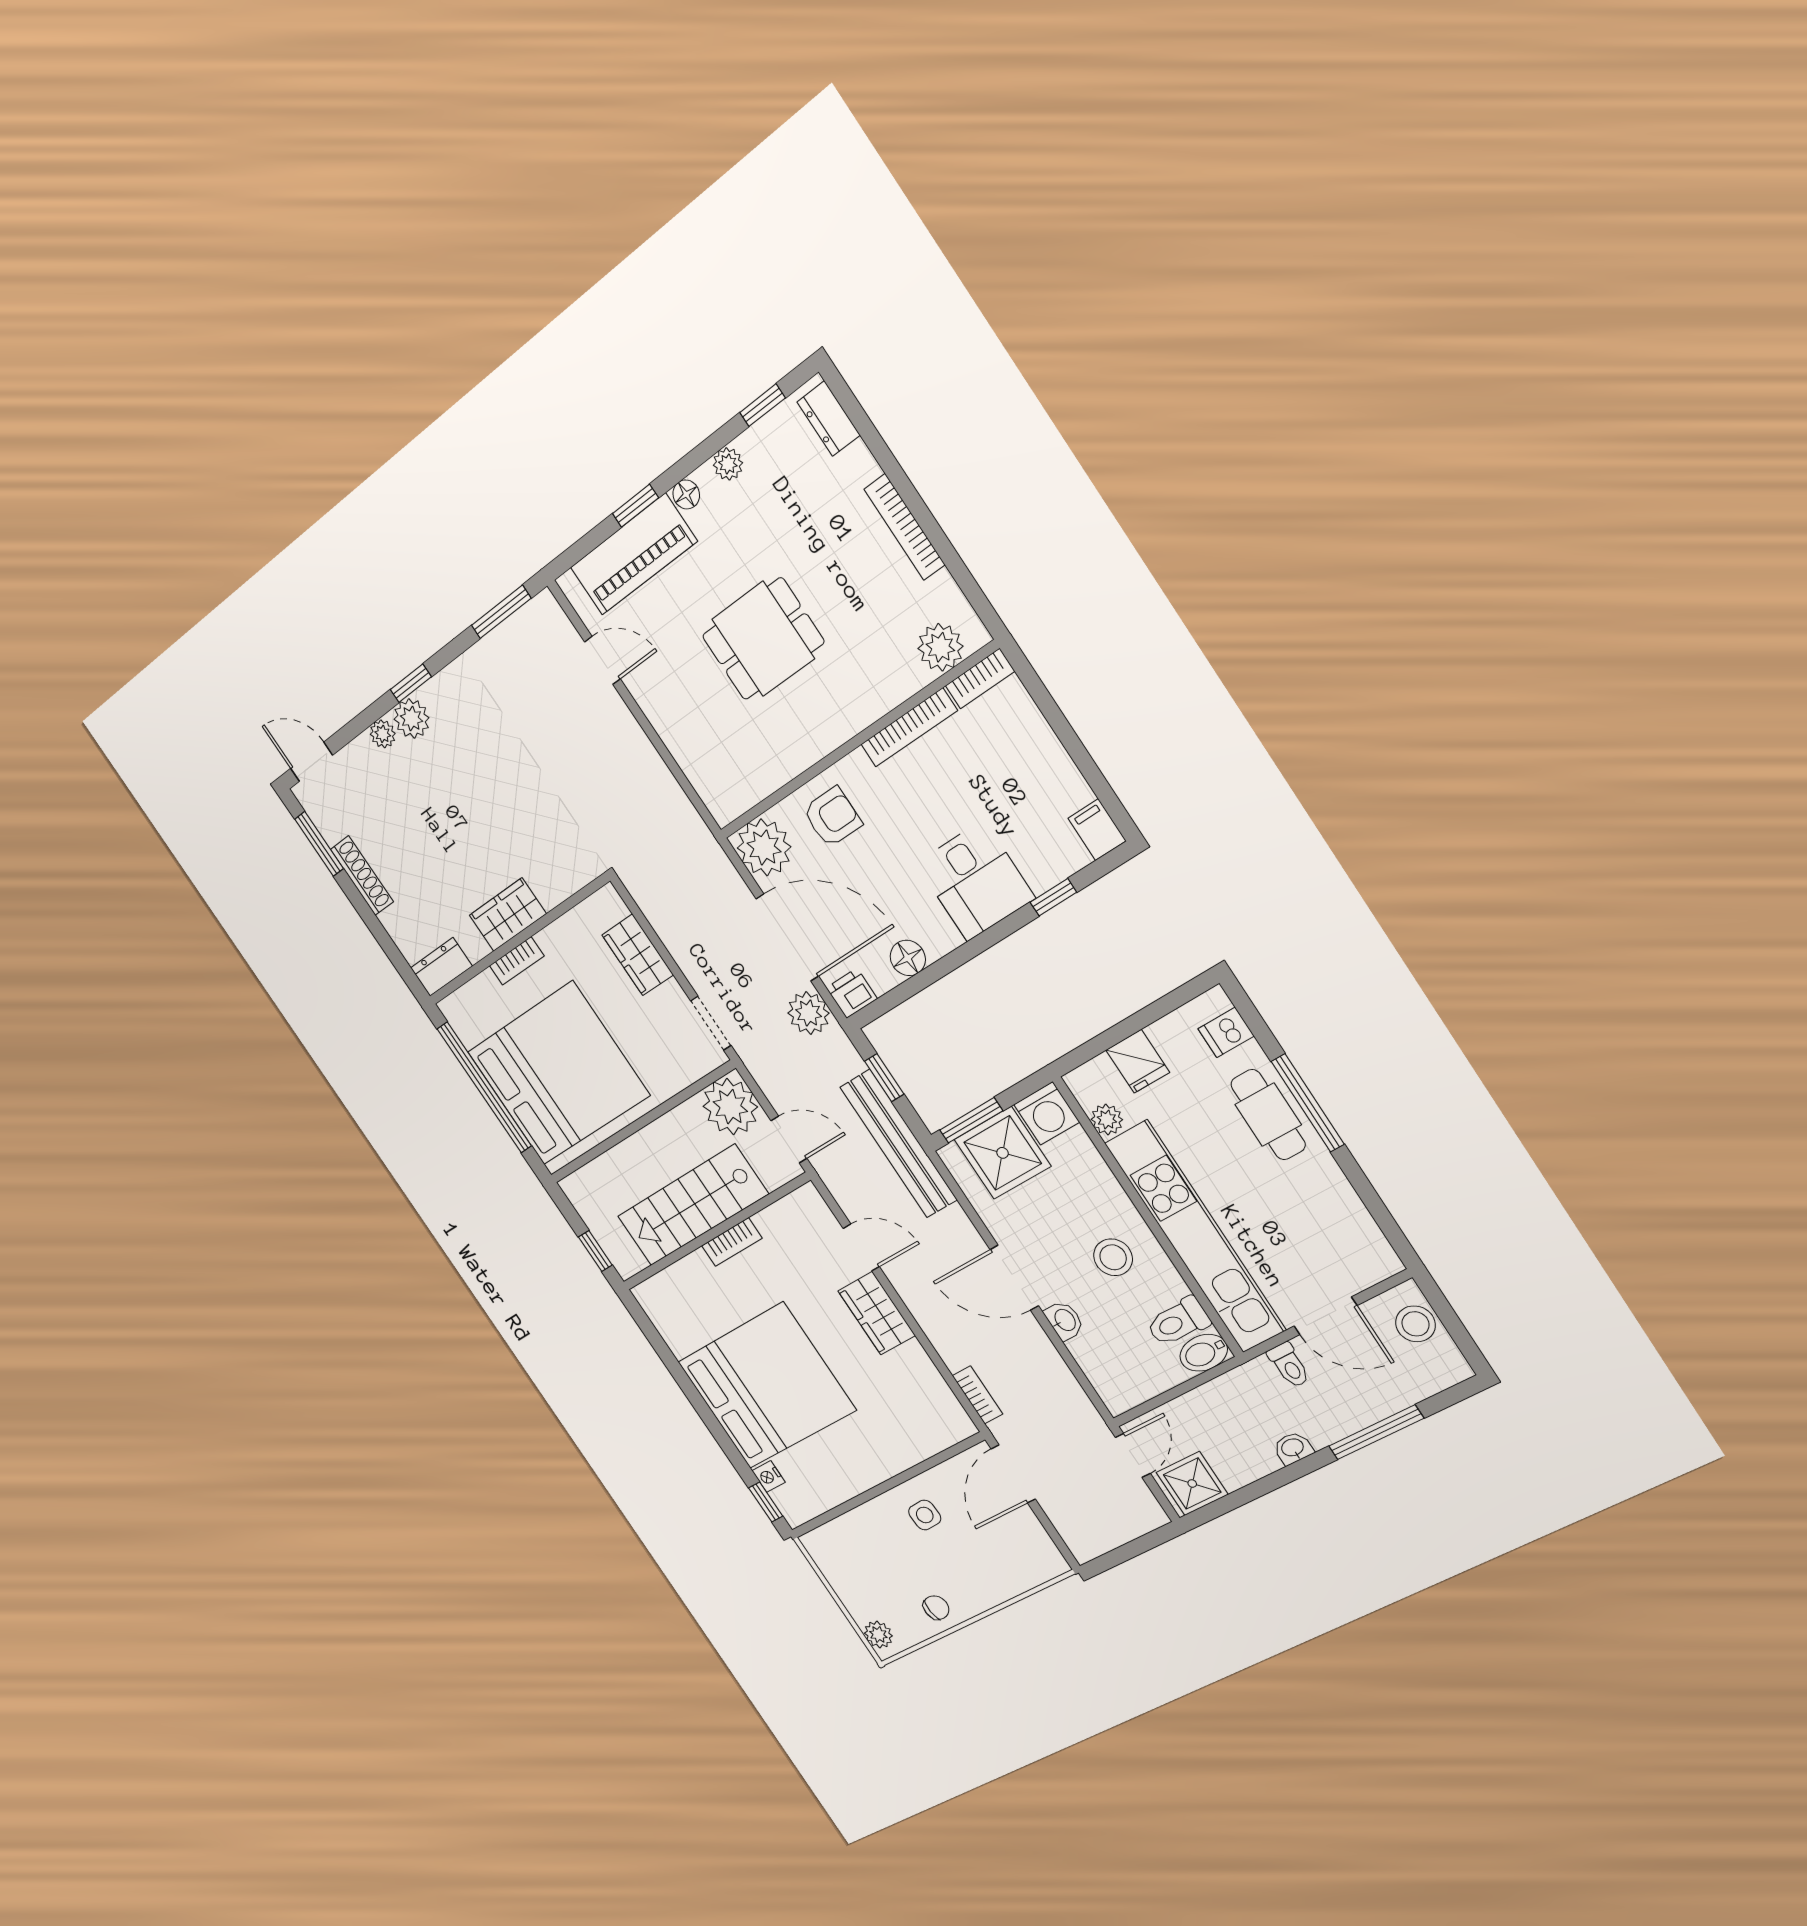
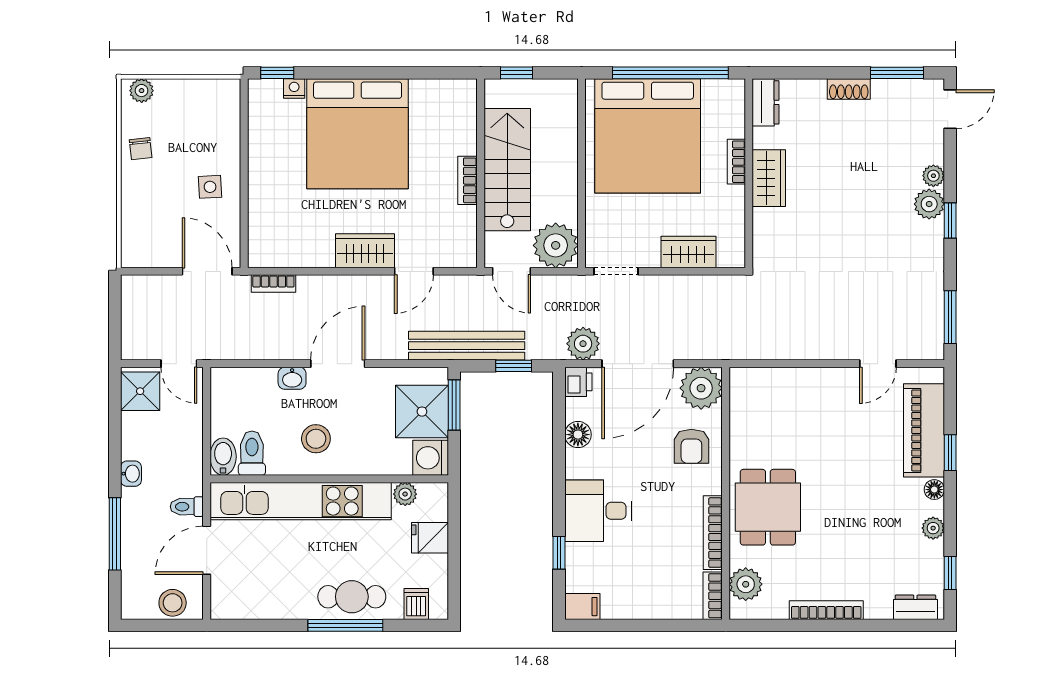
dining table: (763, 639) -> (768, 507), moved
shoe rack: (362, 876) -> (849, 89), width x0.70
door: (789, 1139) -> (511, 271), hinge flipped

